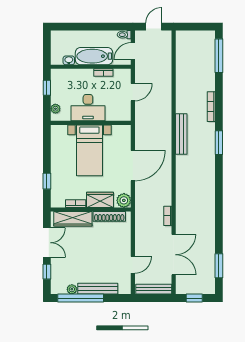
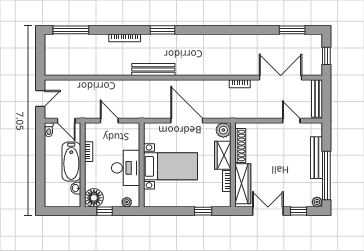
door: (154, 27) -> (40, 99), swing flipped
floor lamp: (60, 78) -> (94, 198), added
plant: (72, 289) -> (317, 202), moved

